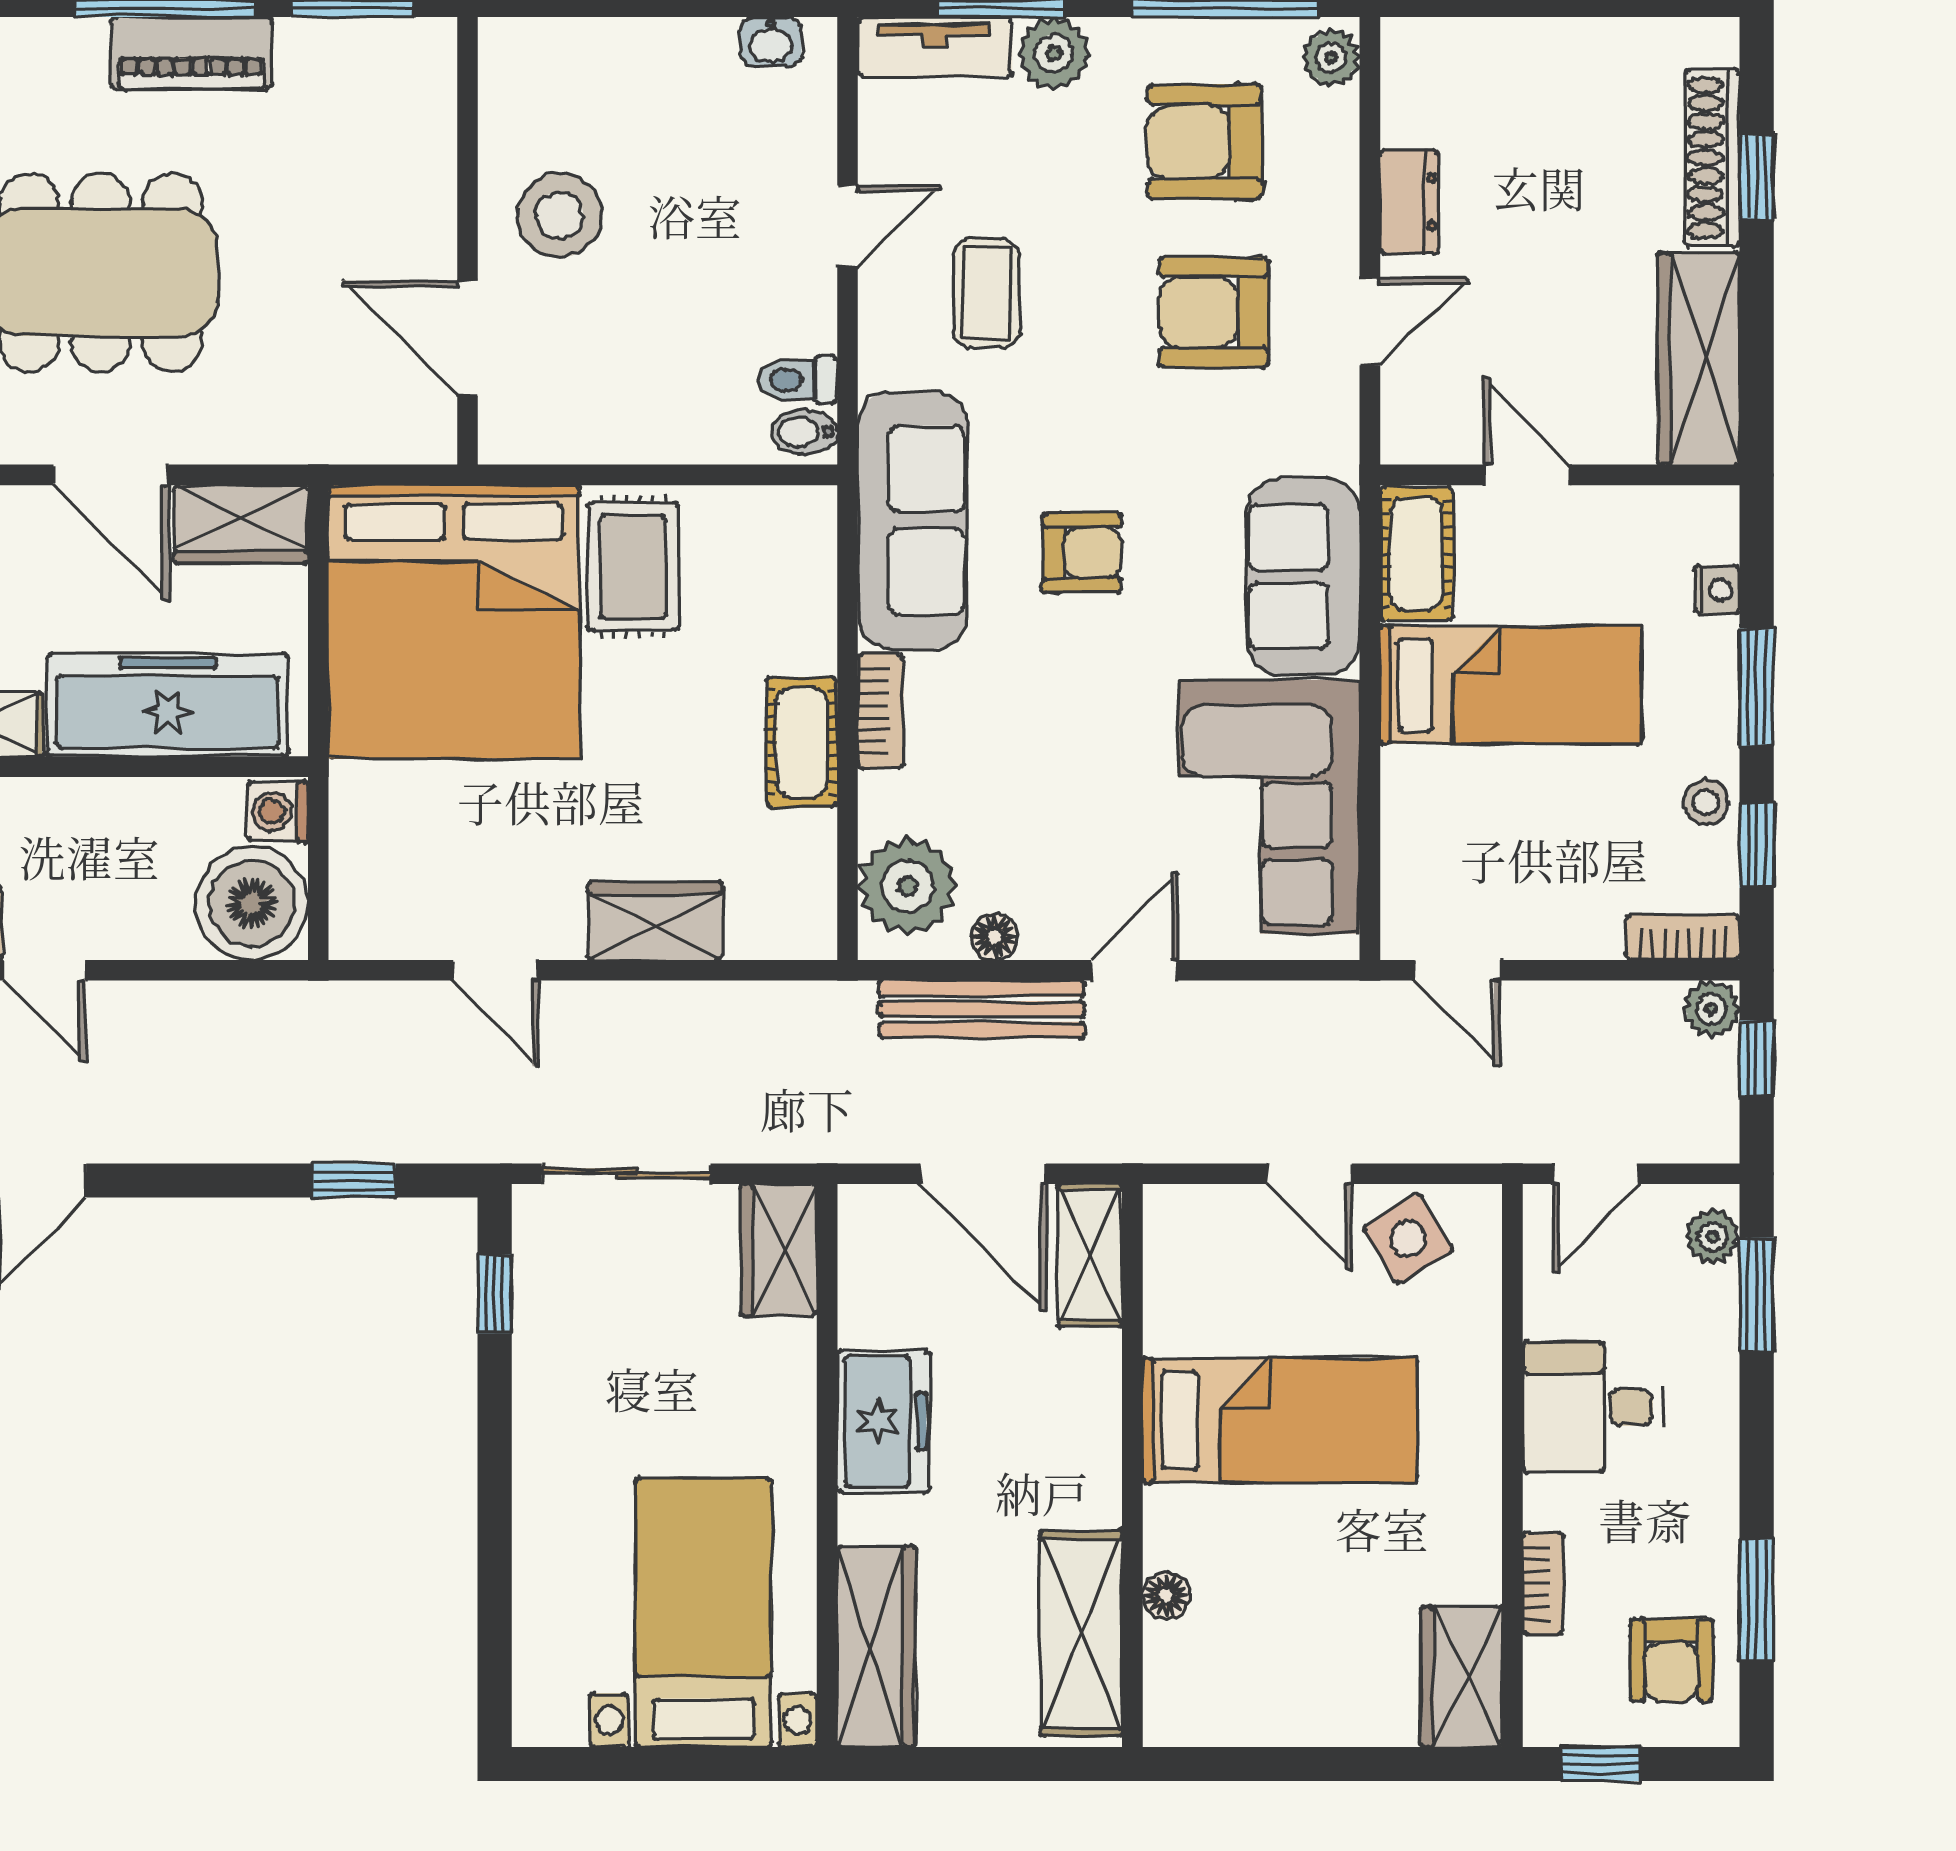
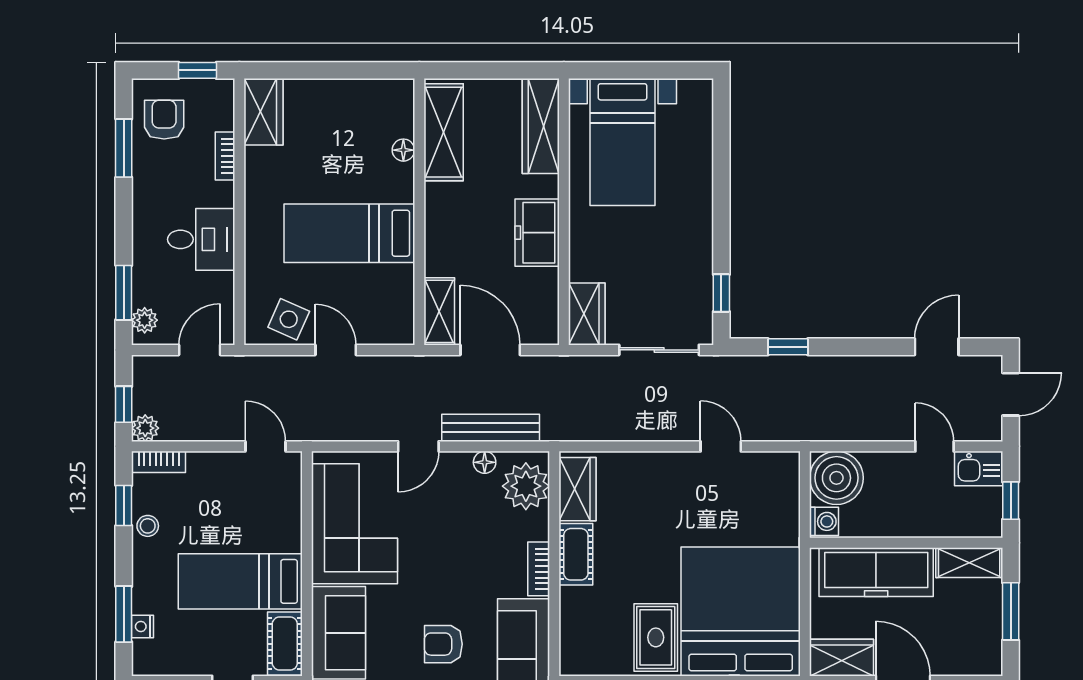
window: (1757, 687) -> (124, 614), moved
wardrobe: (655, 921) -> (578, 489), moved, turned -90
side table: (1408, 1238) -> (289, 319), turned -34

